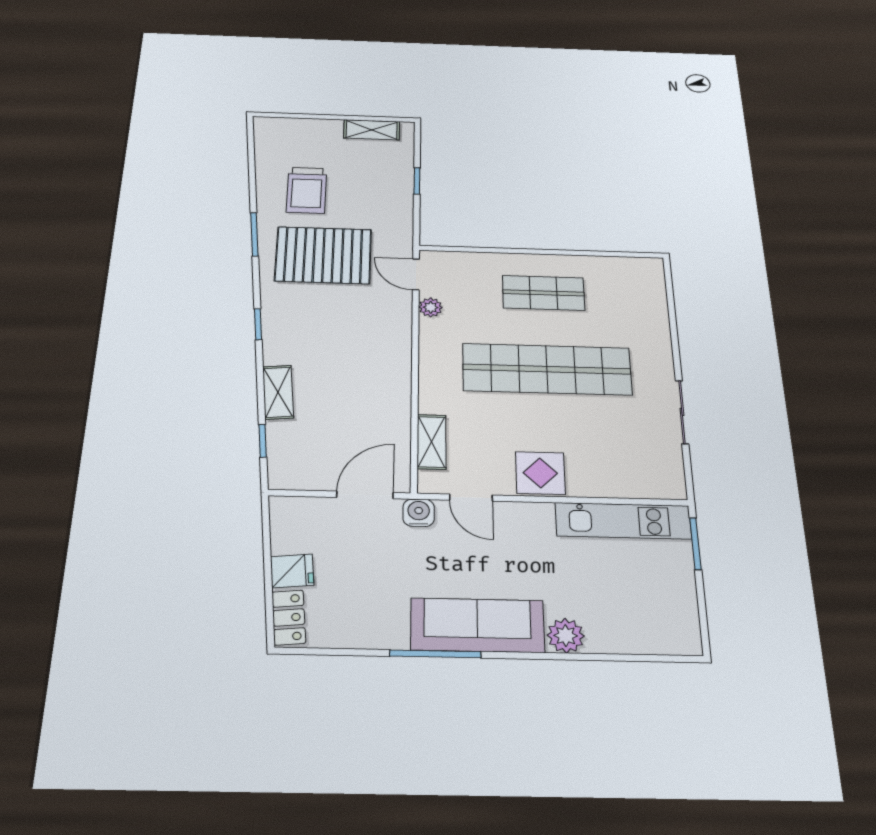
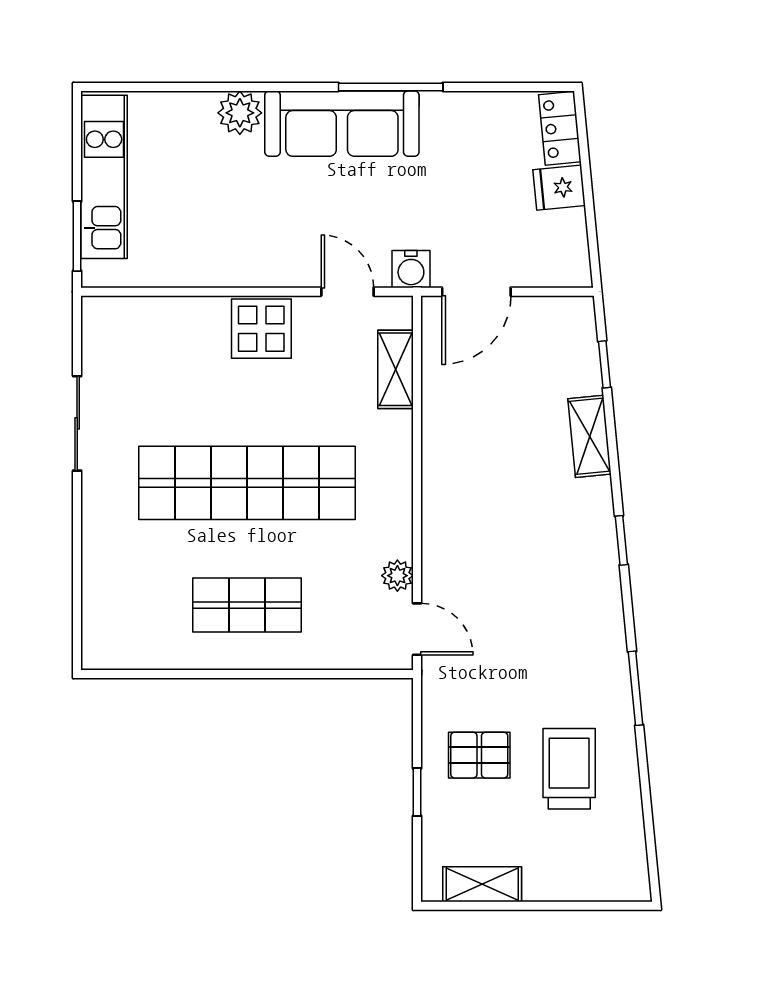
pallet: (323, 255) -> (479, 755), moved, width x0.49, depth x0.50
kitchen unit: (623, 521) -> (104, 177), moved, turned 90

